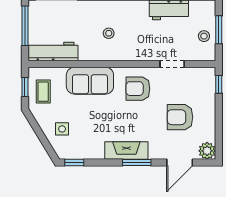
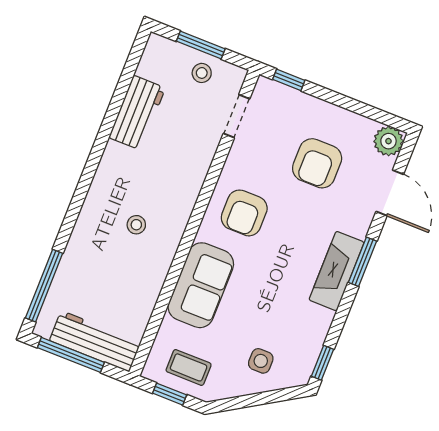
workbench: (53, 51) -> (95, 341), moved, turned 90
doorway: (172, 64) -> (237, 116), moved

